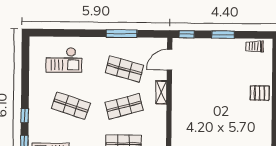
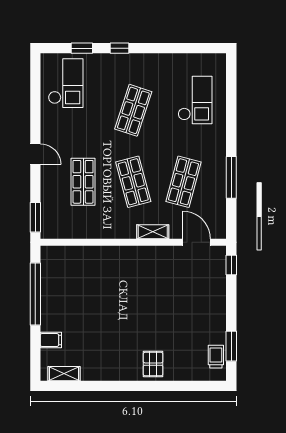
window: (223, 35) -> (231, 346), moved
checkout: (64, 60) -> (195, 100), turned 180

